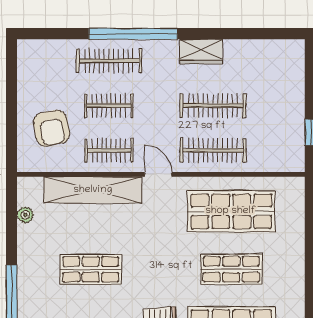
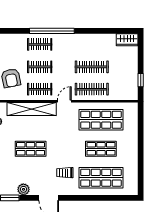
wardrobe: (201, 51) -> (127, 40), moved
clothes rail: (109, 61) -> (40, 44), width x0.73
door: (158, 174) -> (64, 101), hinge flipped

